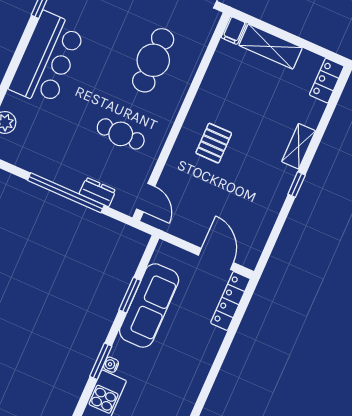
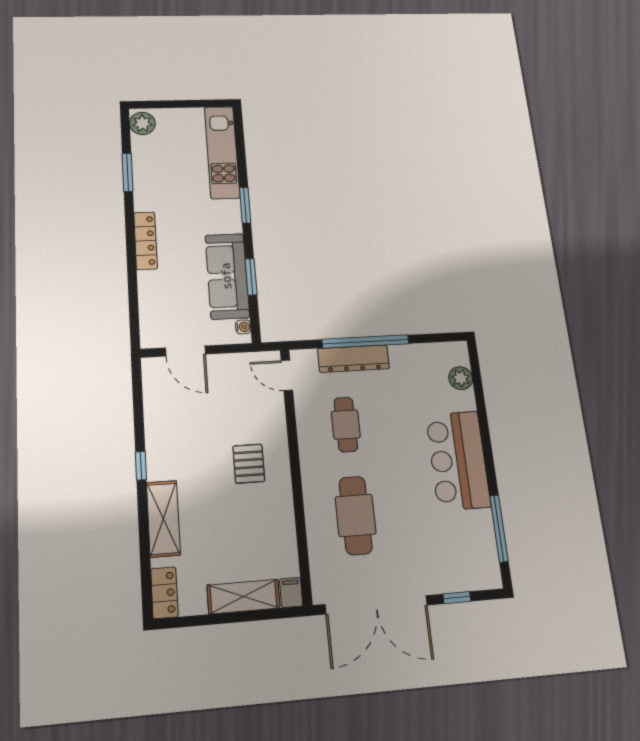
cafe table: (121, 134) -> (346, 425), turned 90
shelving: (299, 146) -> (163, 519), width x1.50, depth x1.33
dresser: (98, 192) -> (353, 359), width x1.96, depth x1.24
locker: (230, 301) -> (146, 241), moved
water cooler: (111, 365) -> (243, 327), moved

